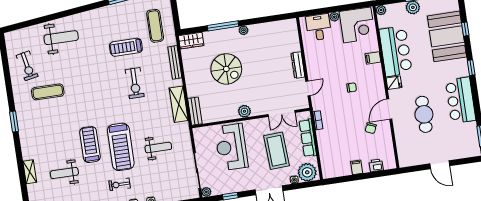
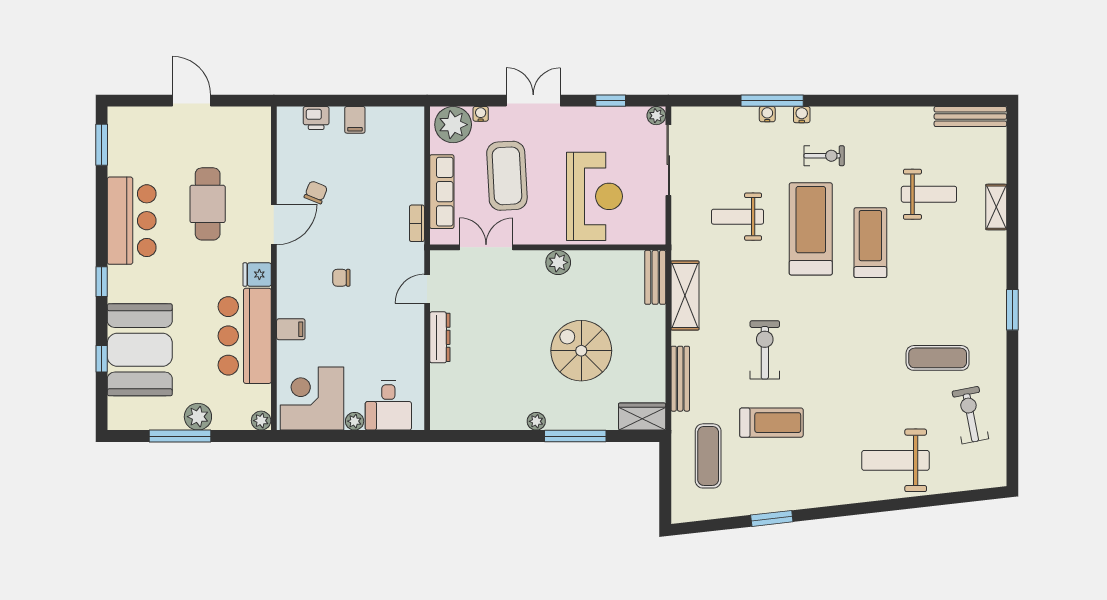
treadmill: (90, 145) -> (870, 243), turned 180

